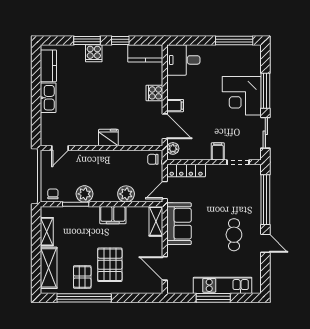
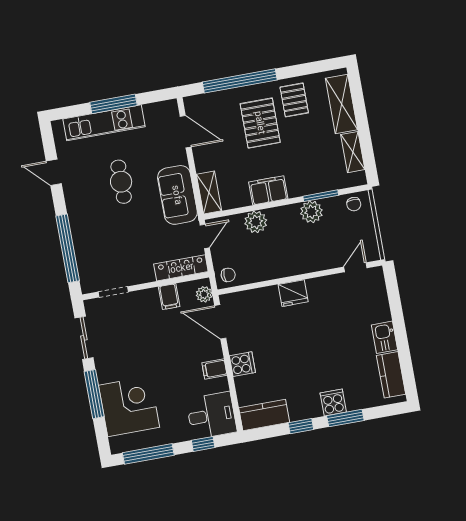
window: (193, 40) -> (203, 444), added
corner desk: (242, 96) -> (129, 406), moved
kitchen sink: (48, 98) -> (385, 337), width x0.73
filing cabinet: (175, 106) -> (214, 369), moved
filing cabinet: (218, 151) -> (169, 297), moved
cafe table: (234, 235) -> (121, 182), moved
door: (265, 243) -> (54, 172), moved
window: (84, 298) -> (240, 81), moved

